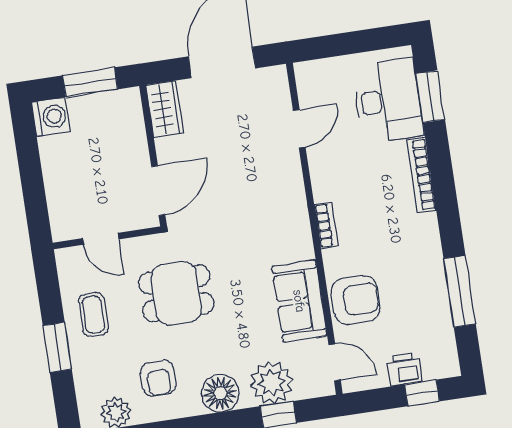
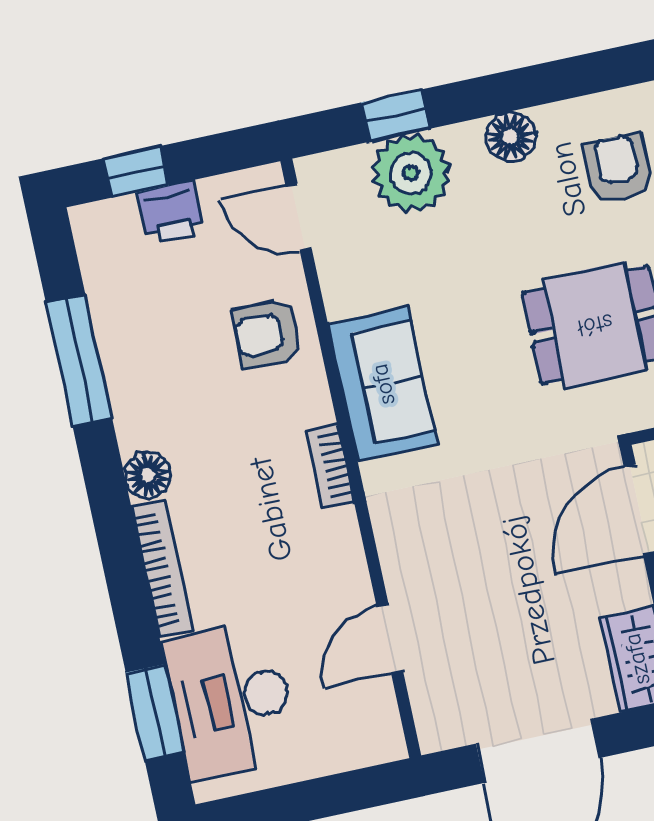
floor lamp: (426, 226) -> (148, 475), added
armchair: (356, 300) -> (268, 333), width x0.72, depth x0.72
sofa: (299, 301) -> (383, 384), moved
floor lamp: (220, 393) -> (510, 137), width x0.73, depth x0.73

